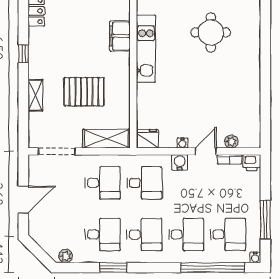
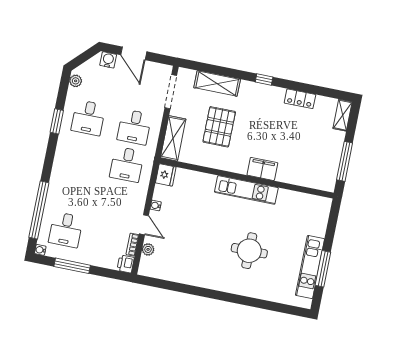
shelving: (35, 95) -> (217, 84), width x1.50, depth x1.33
water cooler: (180, 162) -> (108, 60), moved, turned -90
desk: (144, 234) -> (81, 155), removed
desk: (186, 234) -> (73, 192), removed

